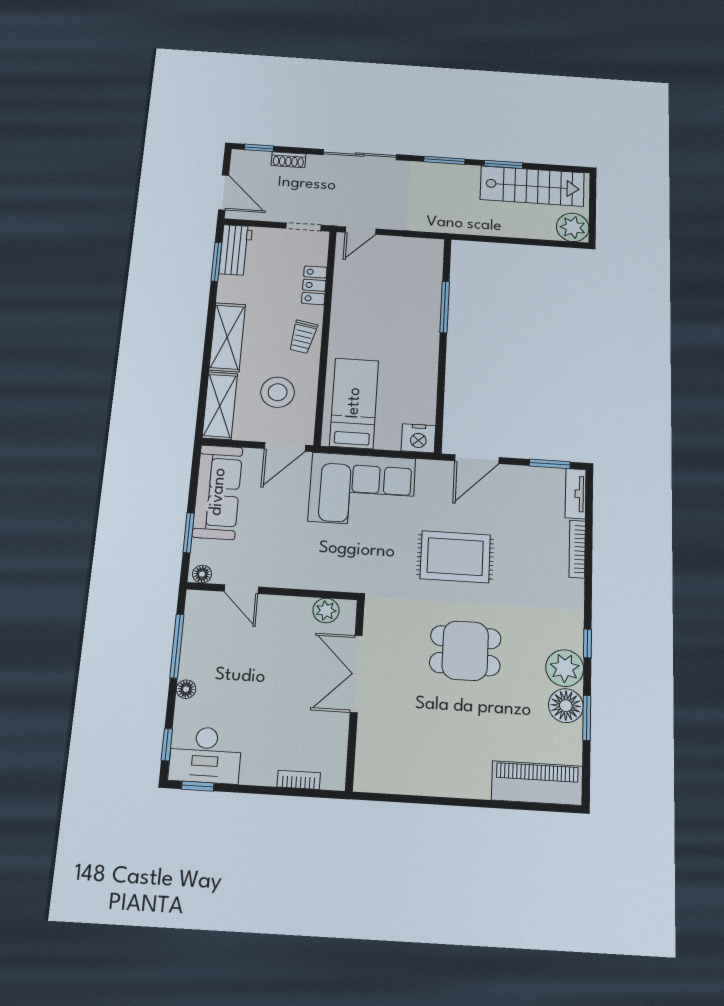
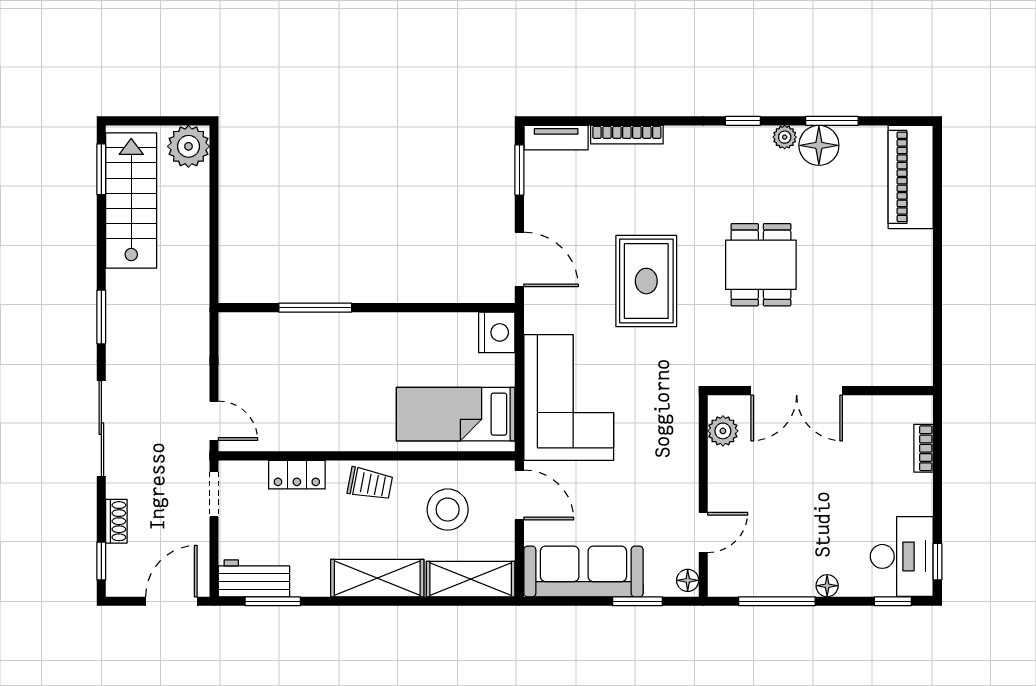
window: (503, 164) -> (101, 169), moved
plant: (565, 668) -> (785, 137), width x0.53, depth x0.53

